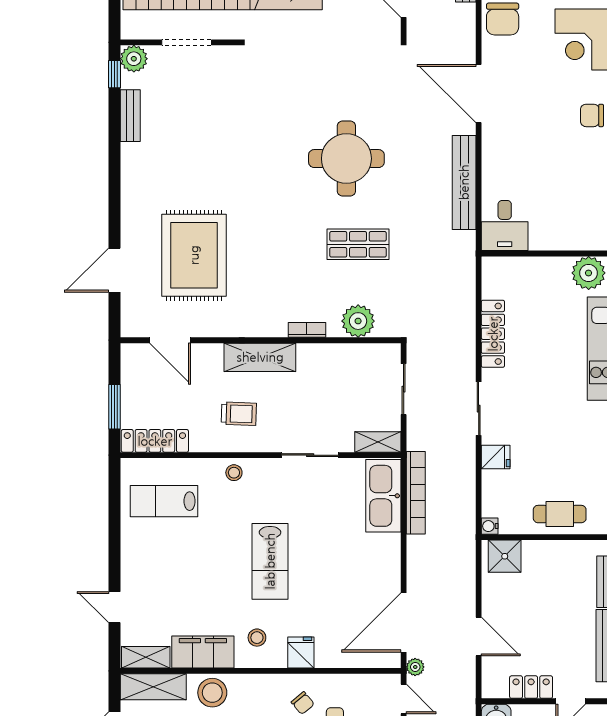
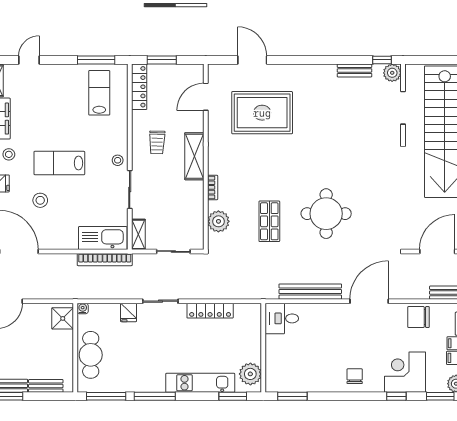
stool: (234, 473) -> (118, 160), moved
window: (114, 506) -> (96, 60), added
cafe table: (560, 514) -> (91, 355), width x1.37, depth x1.35
stool: (326, 590) -> (40, 200), added

